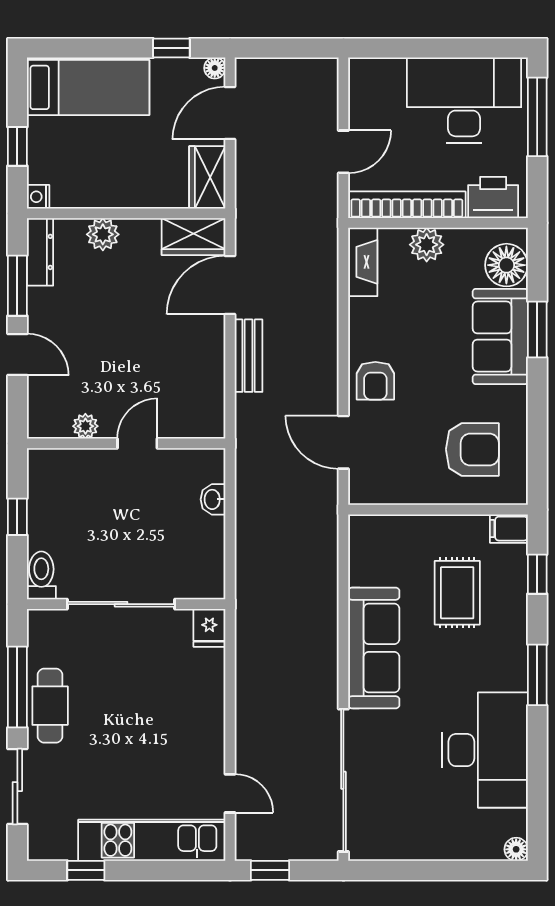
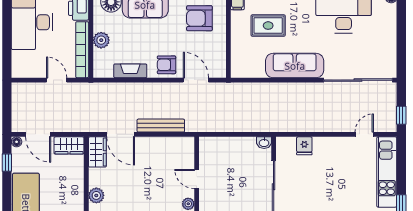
fireplace: (363, 262) -> (130, 71), moved
bench: (249, 356) -> (161, 126), width x1.36
armchair: (375, 381) -> (167, 65), turned 180
door: (343, 442) -> (196, 80), swing flipped
armchair: (472, 449) -> (199, 18), turned -90
washbasin: (213, 499) -> (264, 143), moved
fridge: (209, 628) -> (304, 146), moved, turned 90

